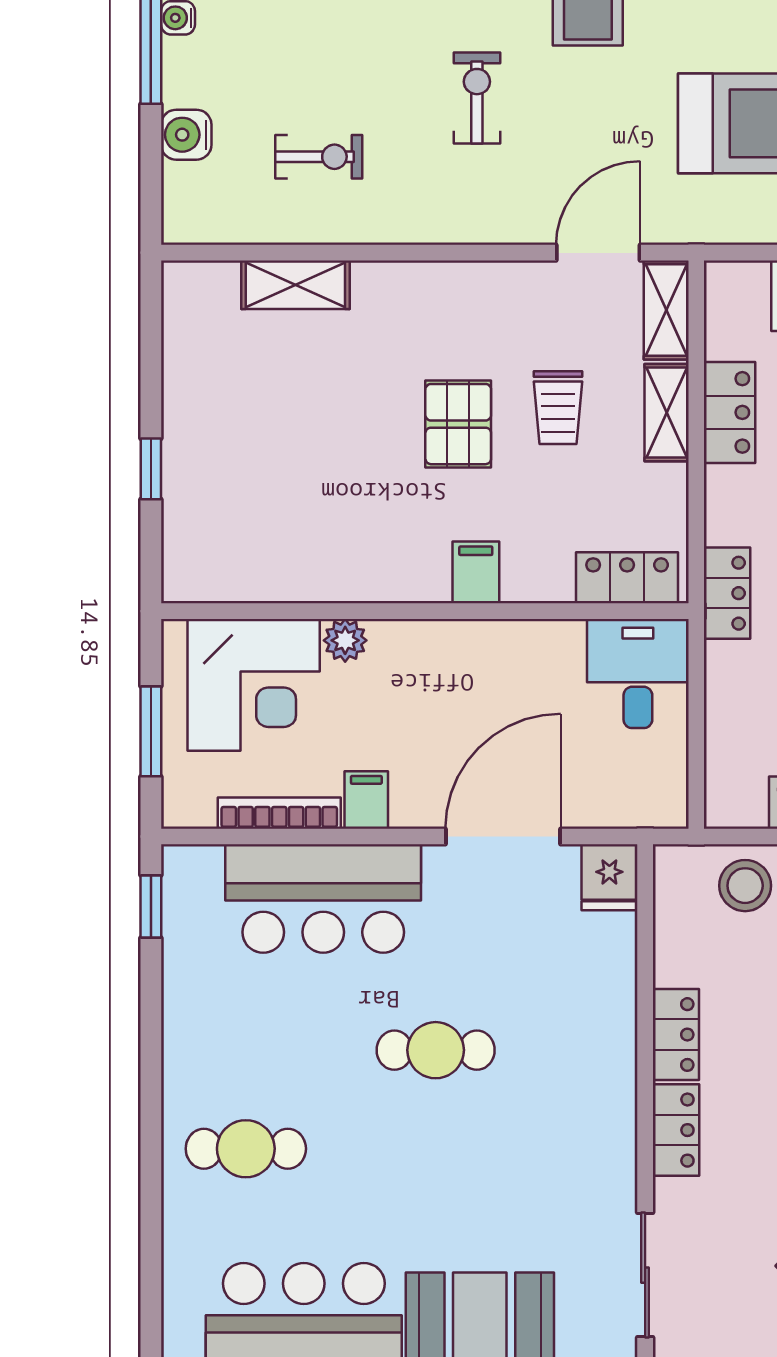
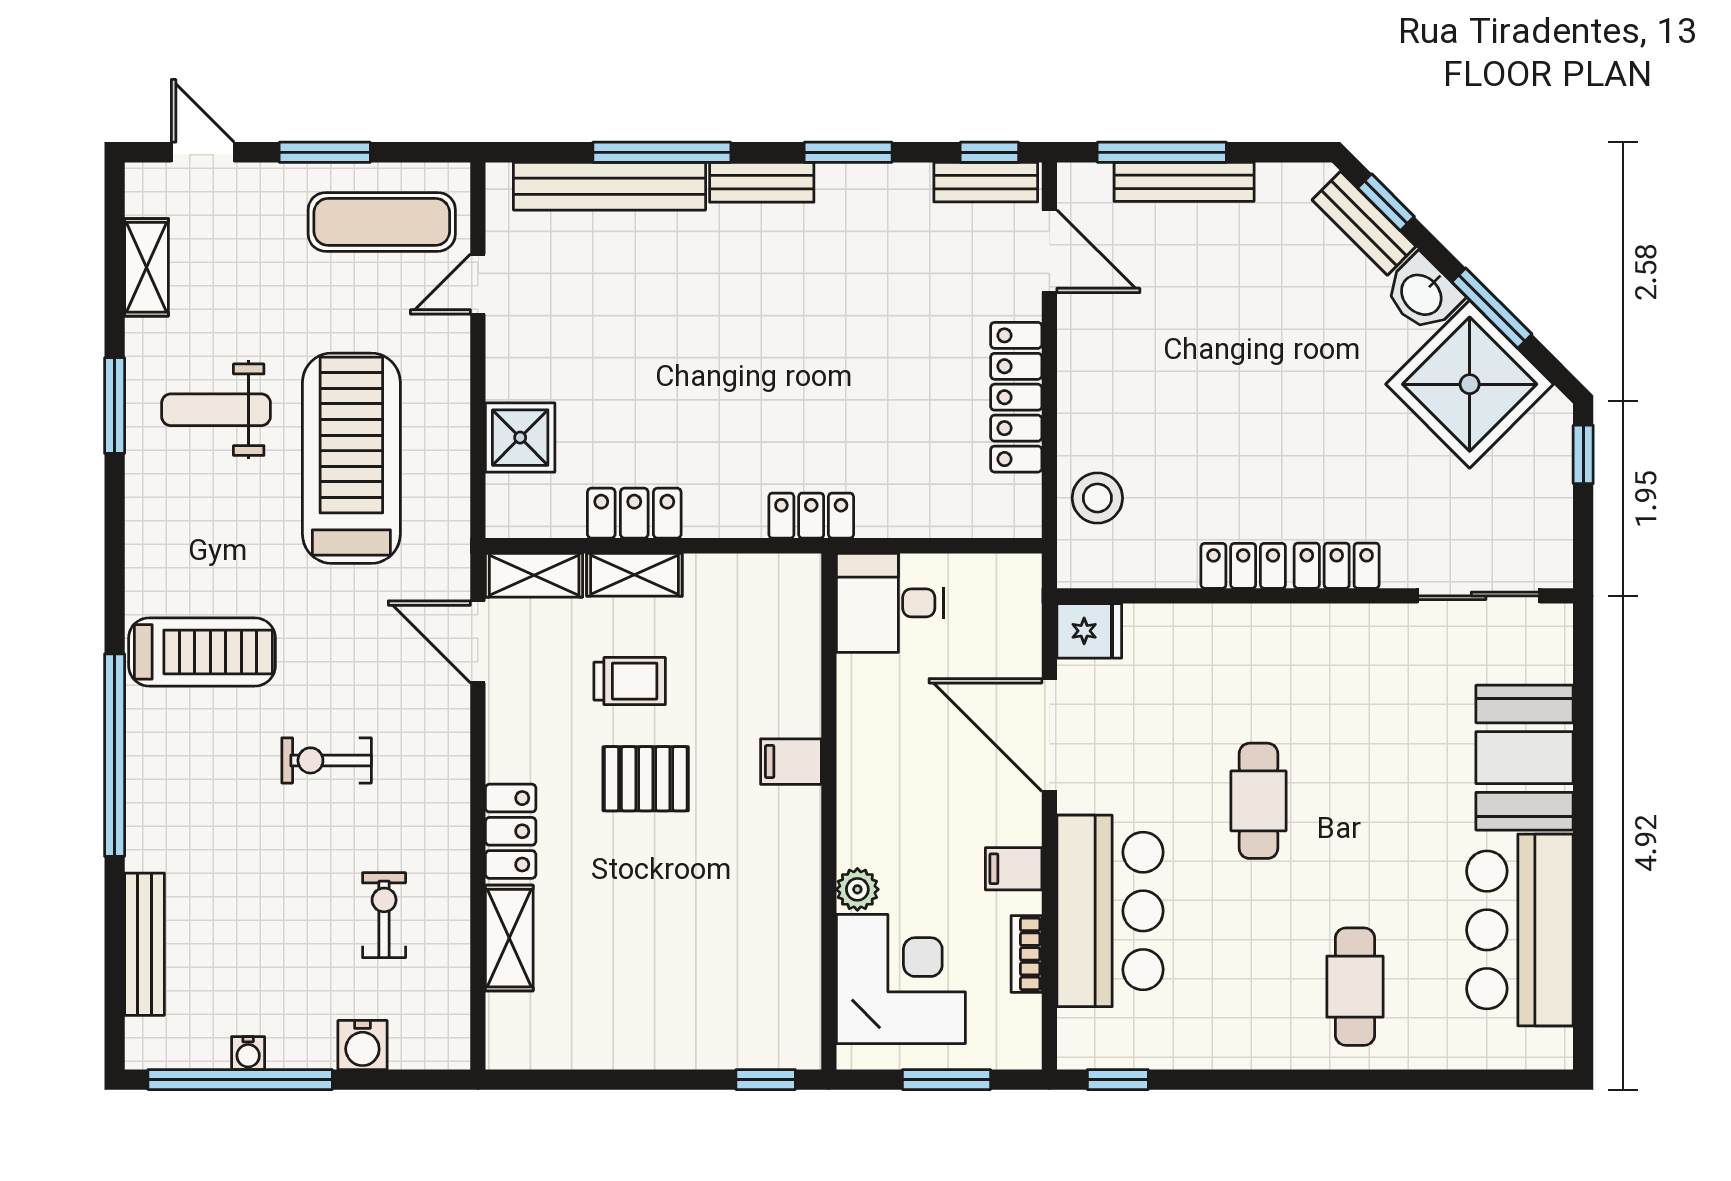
window: (151, 469) -> (766, 1080), moved
locker: (627, 578) -> (511, 831), moved, turned 180
bookcase: (279, 813) -> (1026, 954), width x0.64

